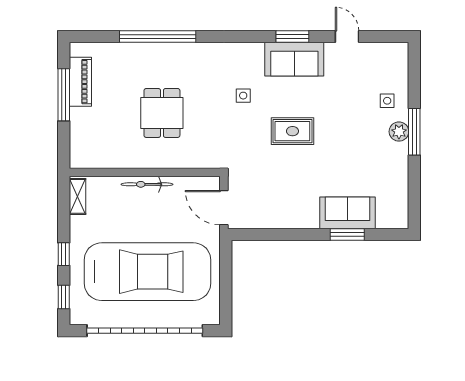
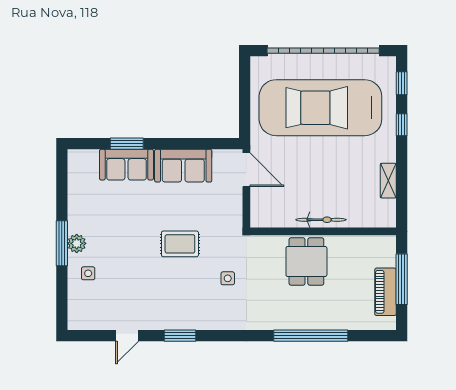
door: (347, 37) -> (127, 336), hinge flipped
sofa: (294, 59) -> (183, 166), moved, turned 180
wall: (145, 172) -> (323, 231), moved
bicycle: (147, 184) -> (321, 220), moved

